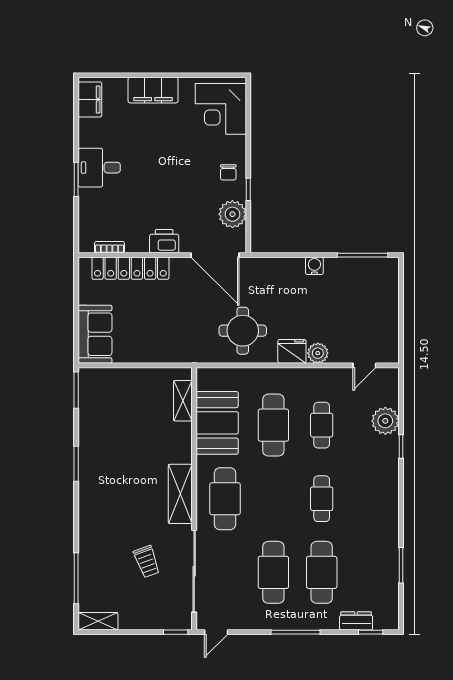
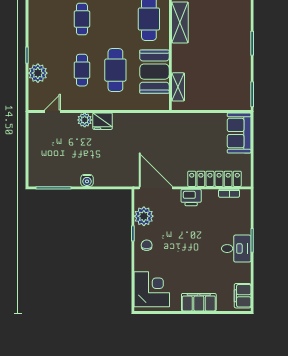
round table: (243, 331) -> (137, 136), removed

